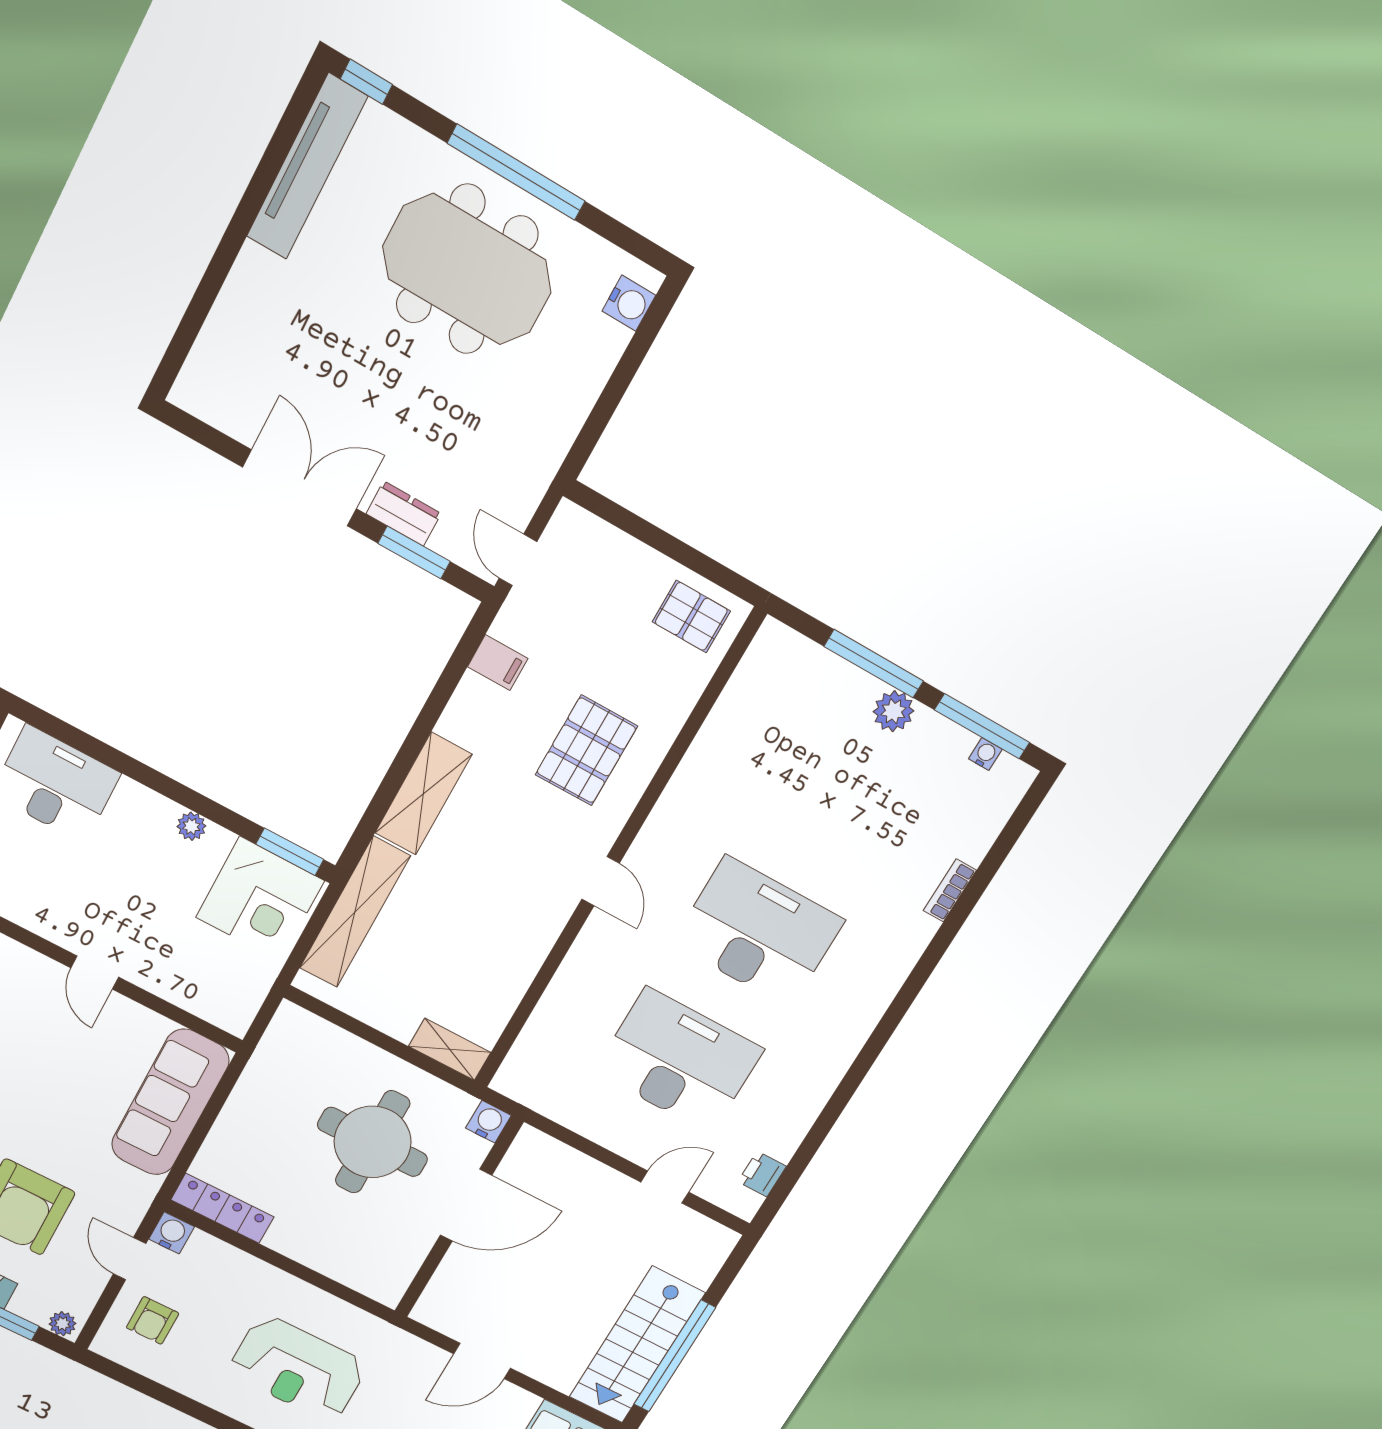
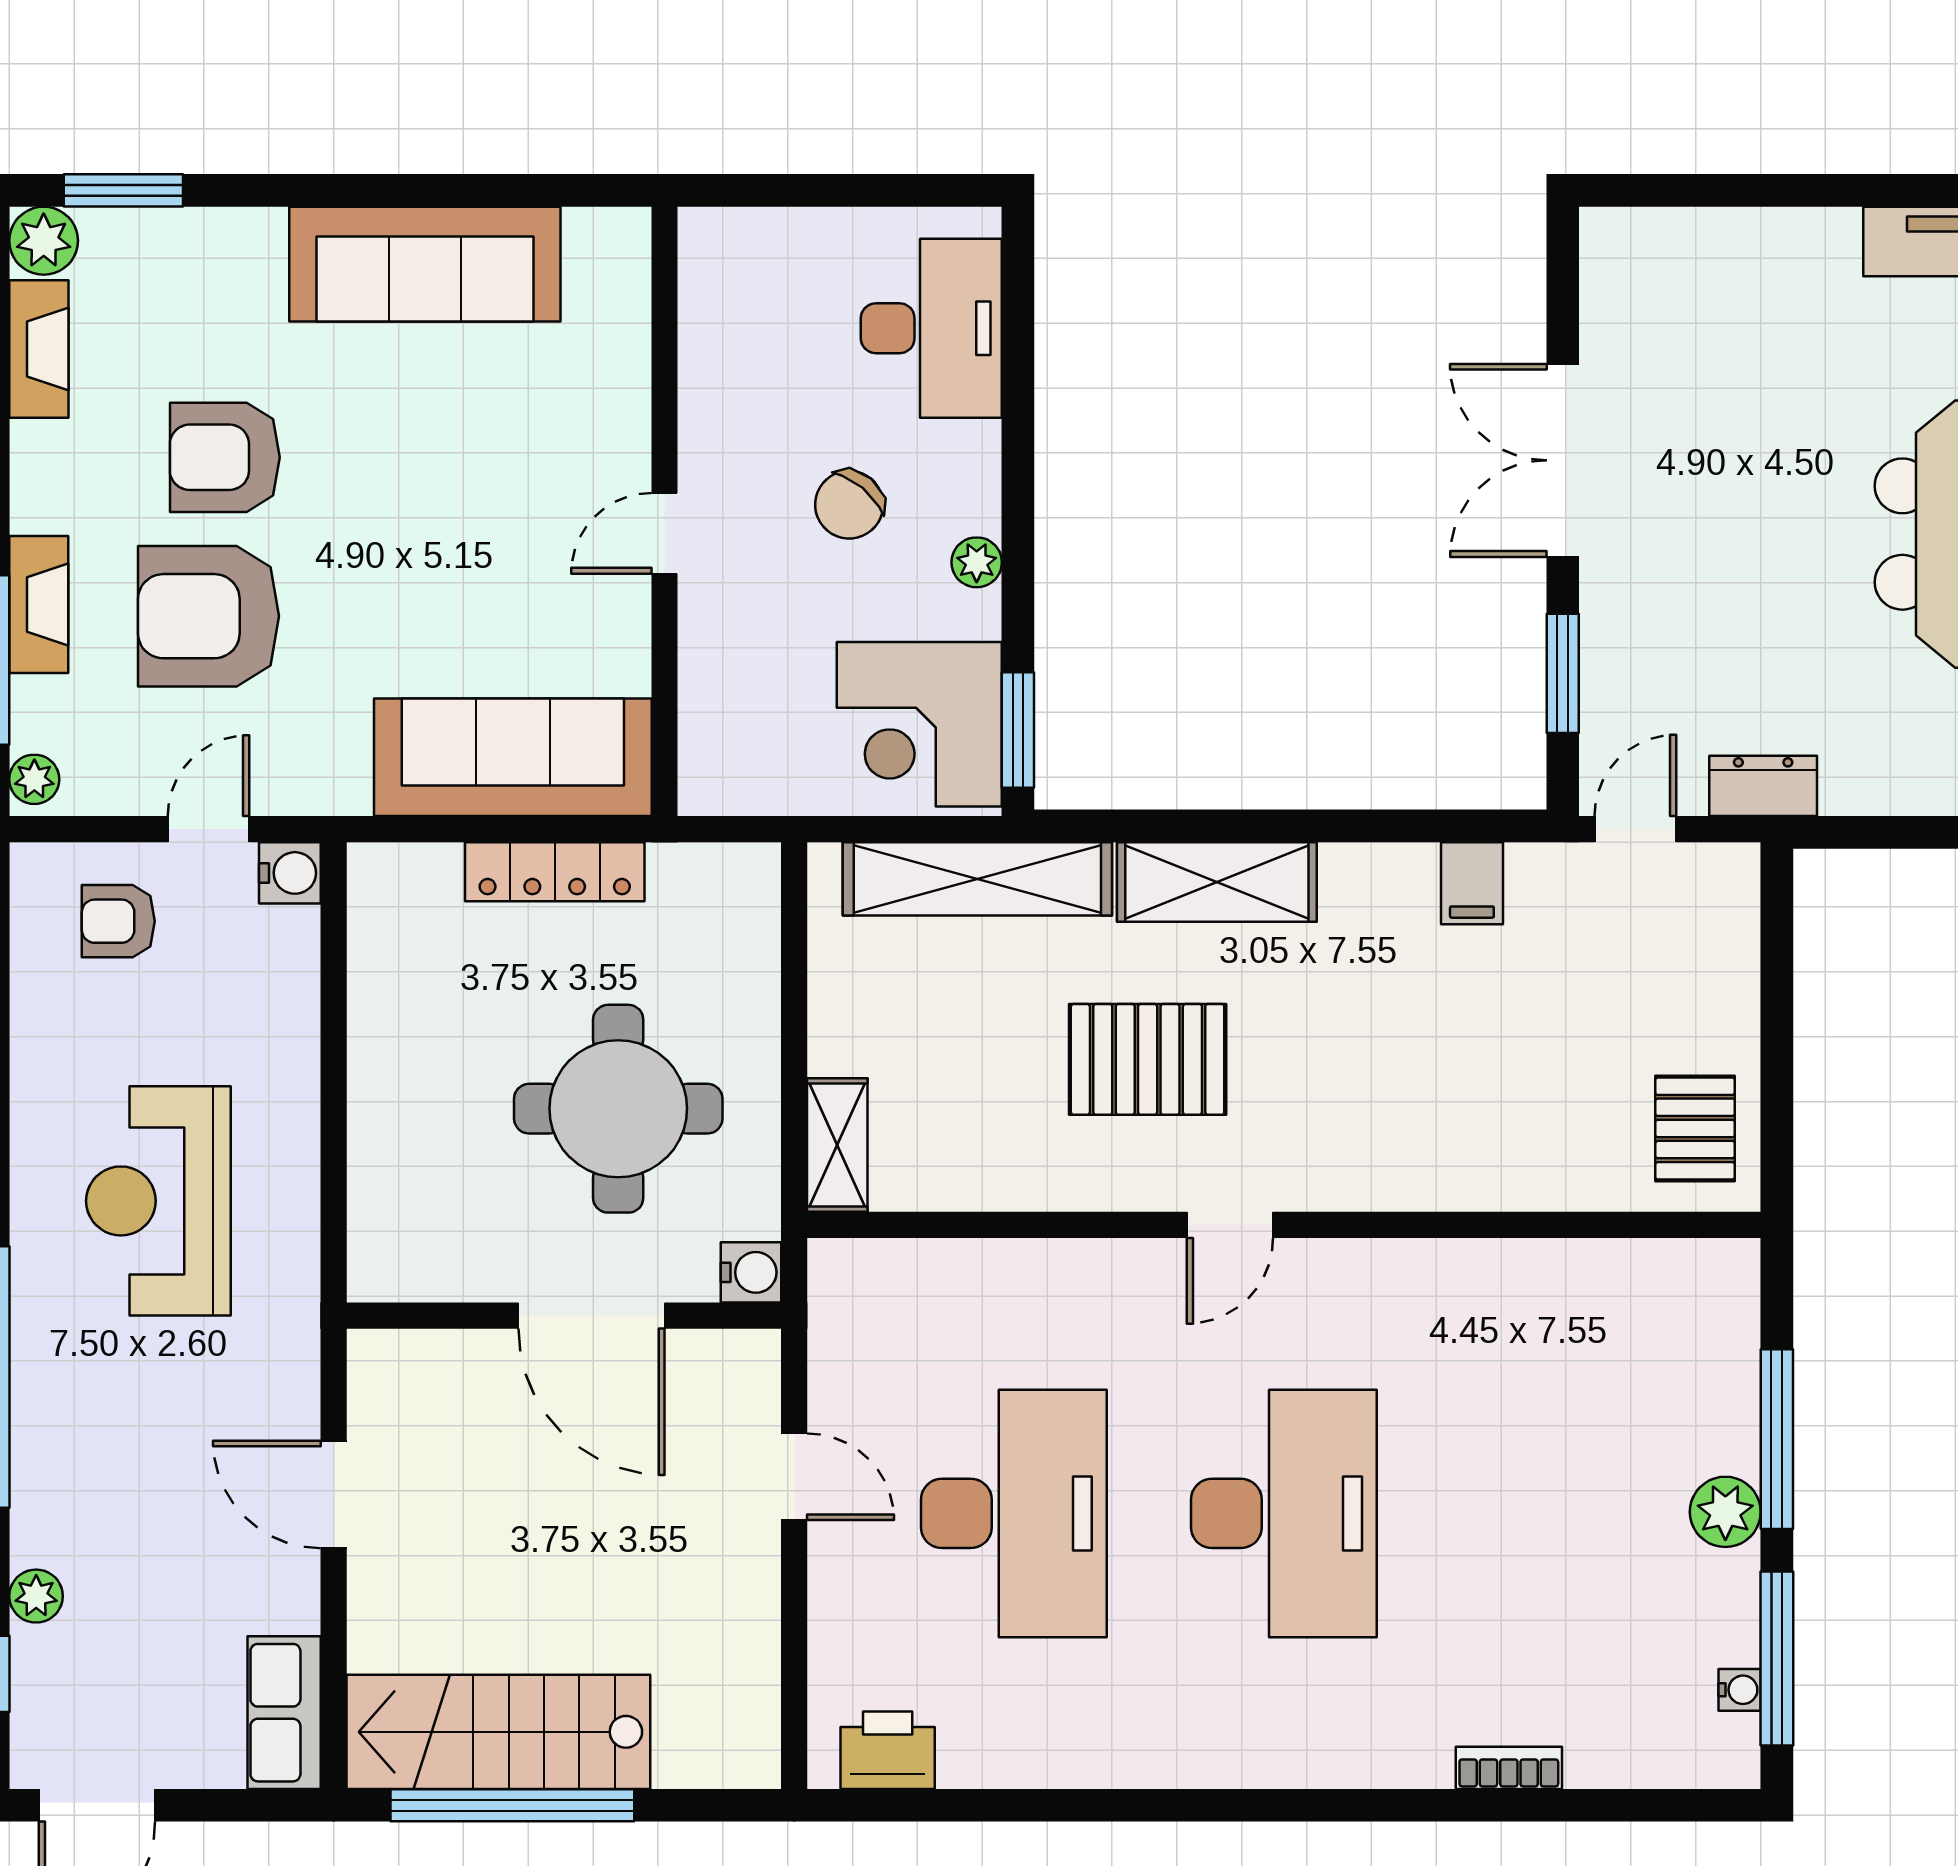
double door: (300, 488) -> (1563, 460), swing flipped
dresser: (404, 514) -> (1763, 786), moved, turned -90
pallet: (586, 750) -> (1148, 1059), moved
chair: (127, 874) -> (849, 505), added
printer: (762, 1174) -> (888, 1750), width x1.36, depth x1.24
door: (665, 1187) -> (794, 1477), moved
locker: (222, 1208) -> (555, 872), moved, turned 90

